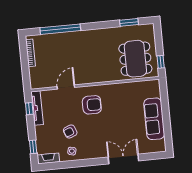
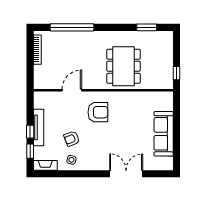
dining table: (135, 59) -> (124, 66), moved
tv unit: (37, 108) -> (39, 127), moved
window: (29, 109) -> (30, 132), moved

